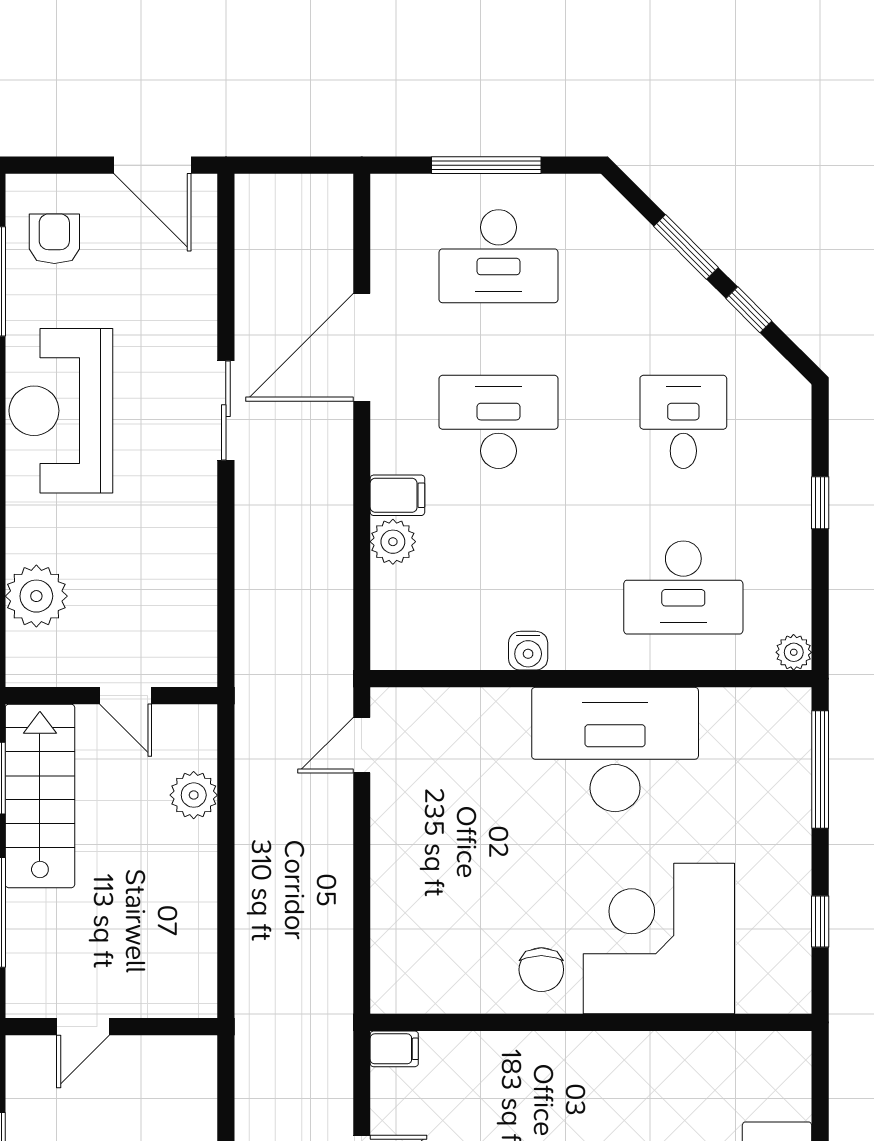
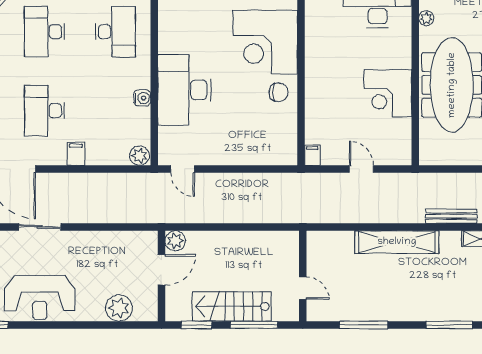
desk: (683, 422) -> (45, 32), width x1.37
plant: (393, 542) -> (139, 156), moved
door: (126, 696) -> (161, 270), width x1.38
desk: (615, 749) -> (184, 90), moved
plant: (194, 795) -> (175, 241), moved
stairs: (40, 796) -> (232, 306), moved

